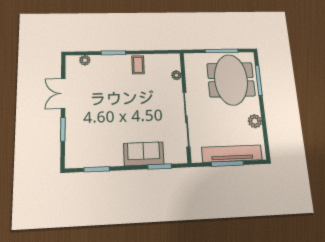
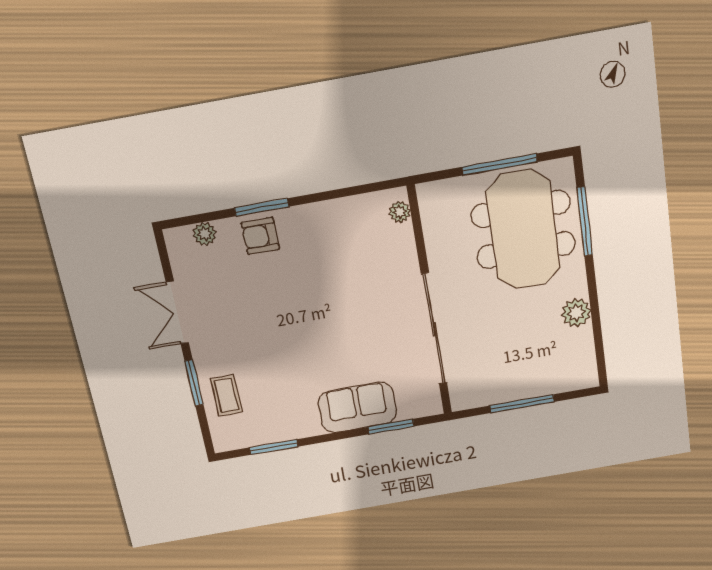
armchair: (110, 65) -> (260, 236), added
coffee table: (138, 65) -> (226, 395), moved
plant: (176, 75) -> (400, 212), moved
tv unit: (232, 154) -> (530, 384), removed

